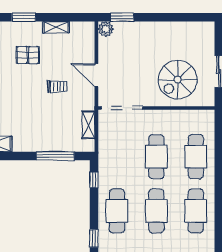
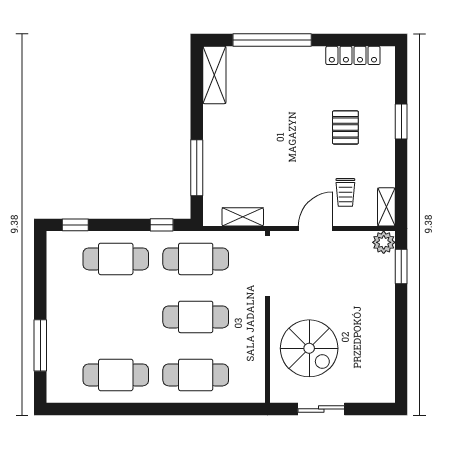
shelving: (56, 27) -> (386, 207), moved
spiral stairs: (178, 80) -> (309, 348), turned 180
trolley: (57, 87) -> (345, 192), moved
cafe table: (156, 211) -> (196, 259), moved

